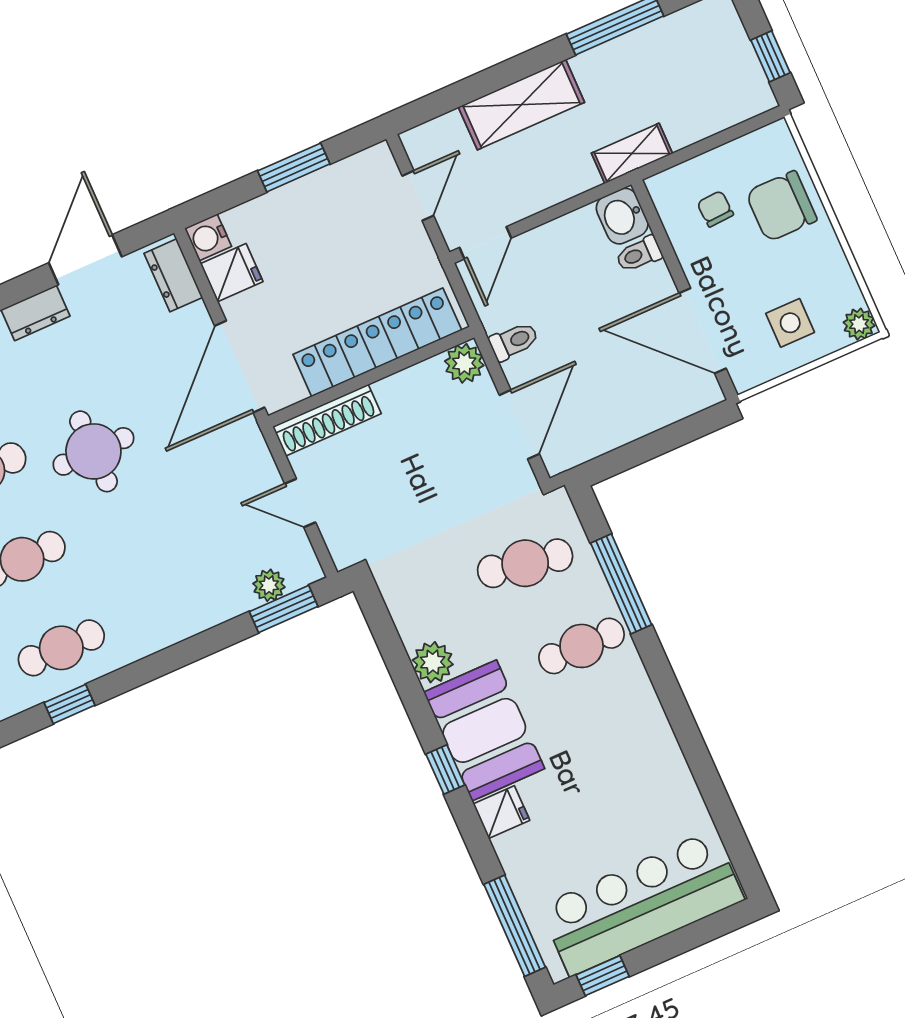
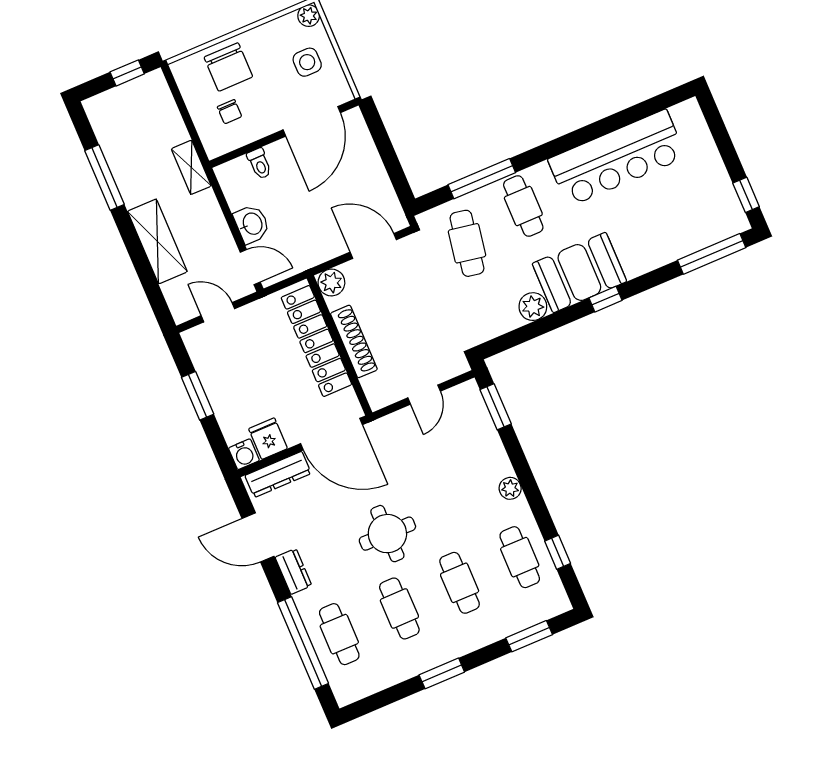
chair: (715, 209) -> (230, 112), turned -87
washbasin: (622, 216) -> (252, 224), moved, turned -90
dresser: (173, 275) -> (278, 474), width x1.44
toilet: (514, 341) -> (317, 249), removed
shoe rack: (327, 420) -> (354, 341), moved
plant: (269, 585) -> (510, 488), moved
fridge: (501, 812) -> (635, 262), removed
bar counter: (642, 903) -> (617, 158), moved, turned -90

